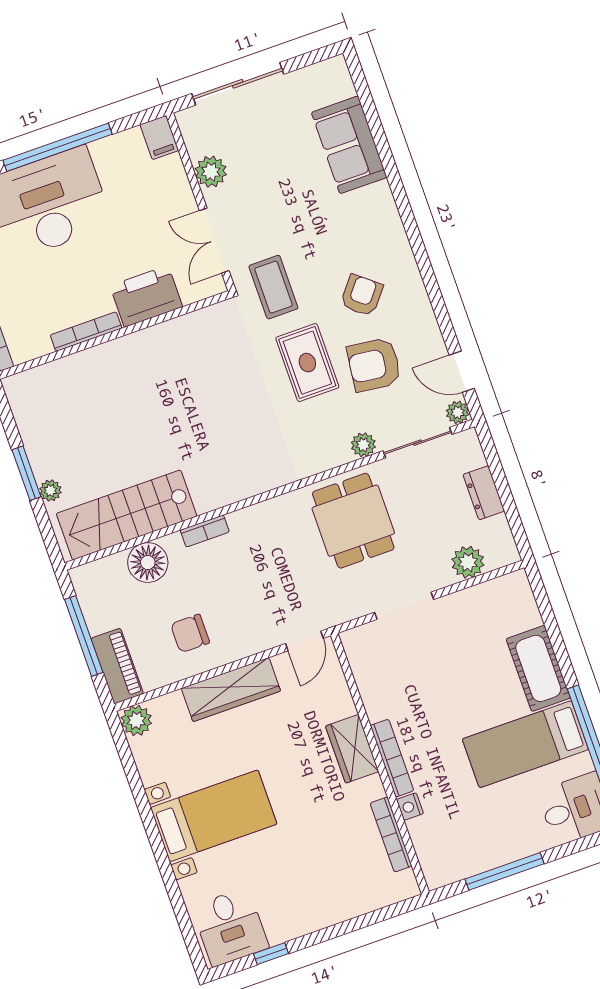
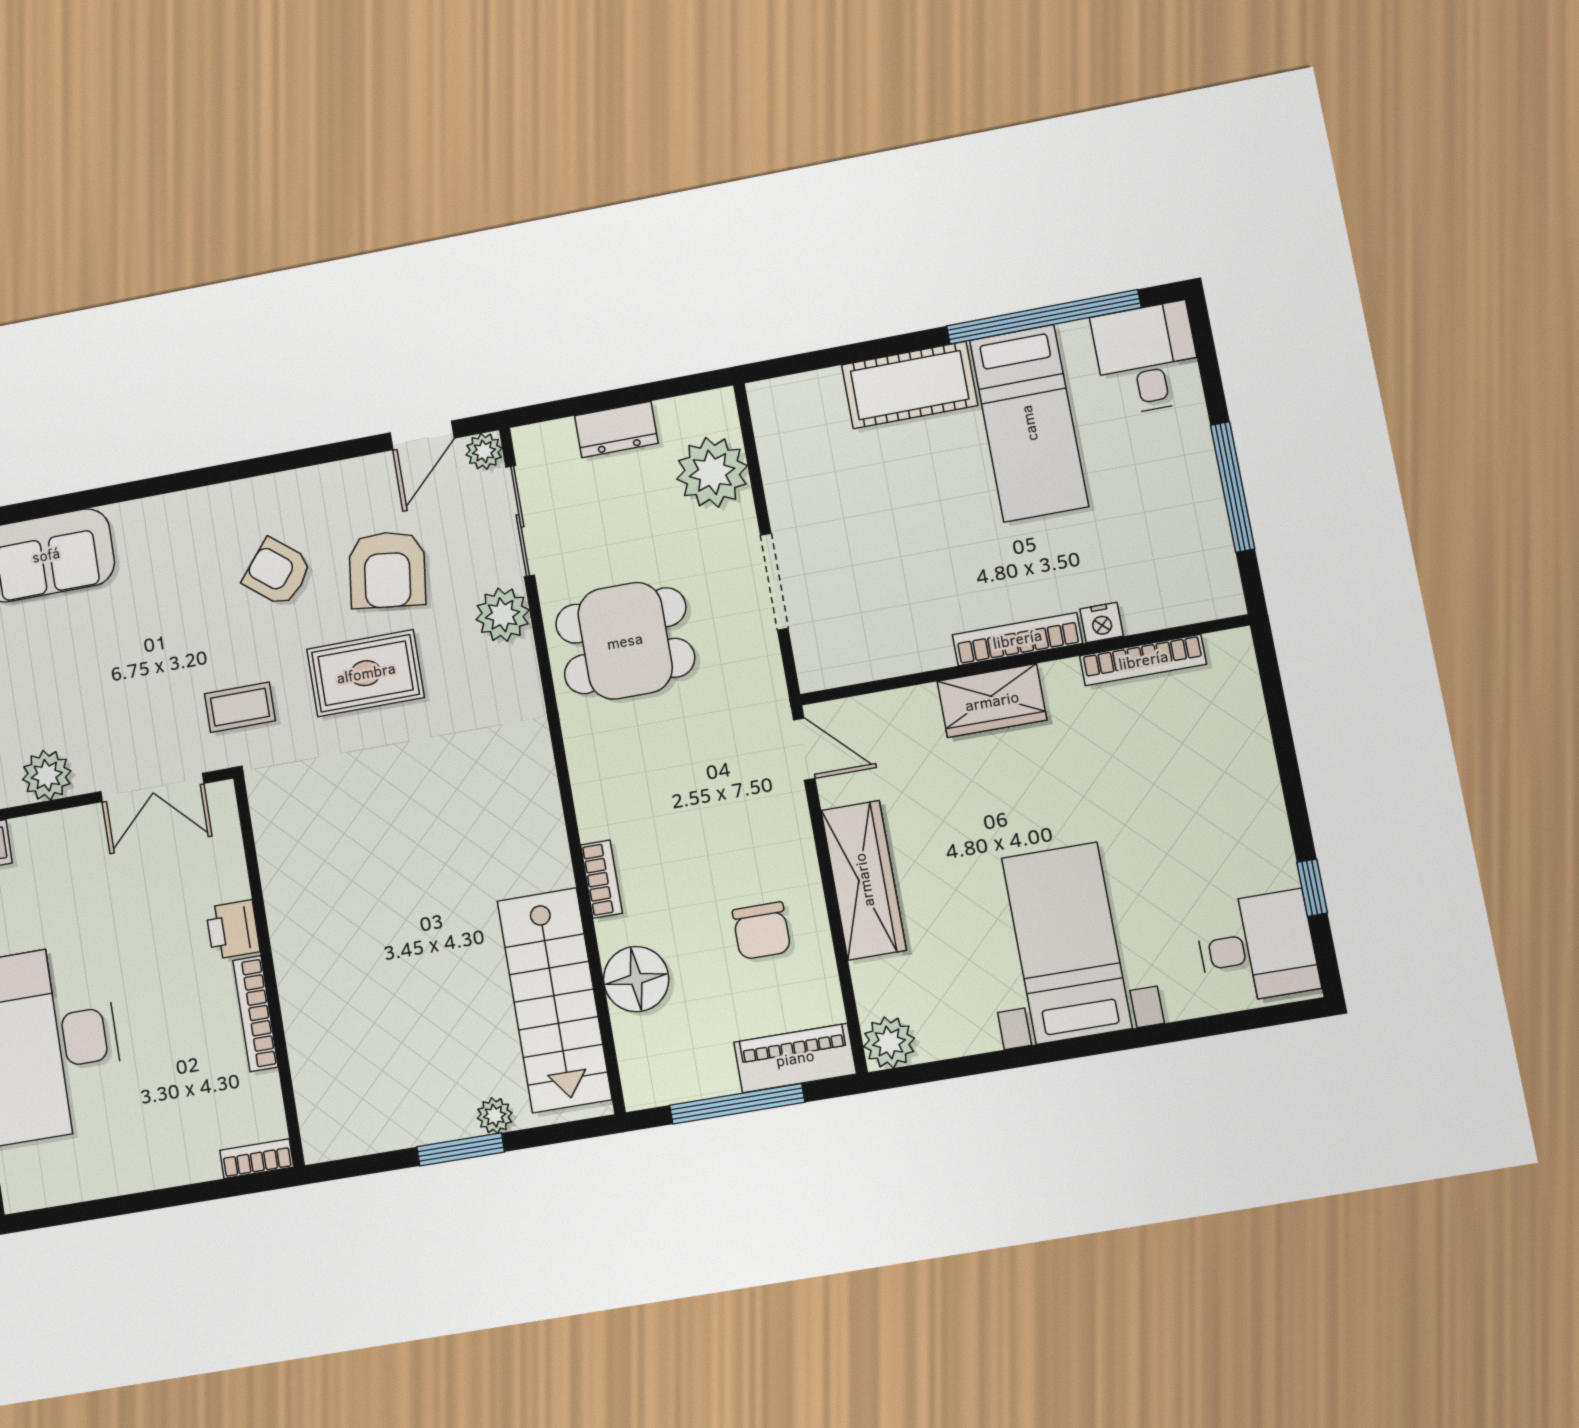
coffee table: (273, 287) -> (240, 707), width x0.73, depth x0.77
printer: (146, 296) -> (233, 930), width x0.53, depth x0.68
plant: (363, 445) -> (503, 615), width x1.38, depth x1.38
plant: (468, 562) -> (712, 472), width x1.36, depth x1.36

